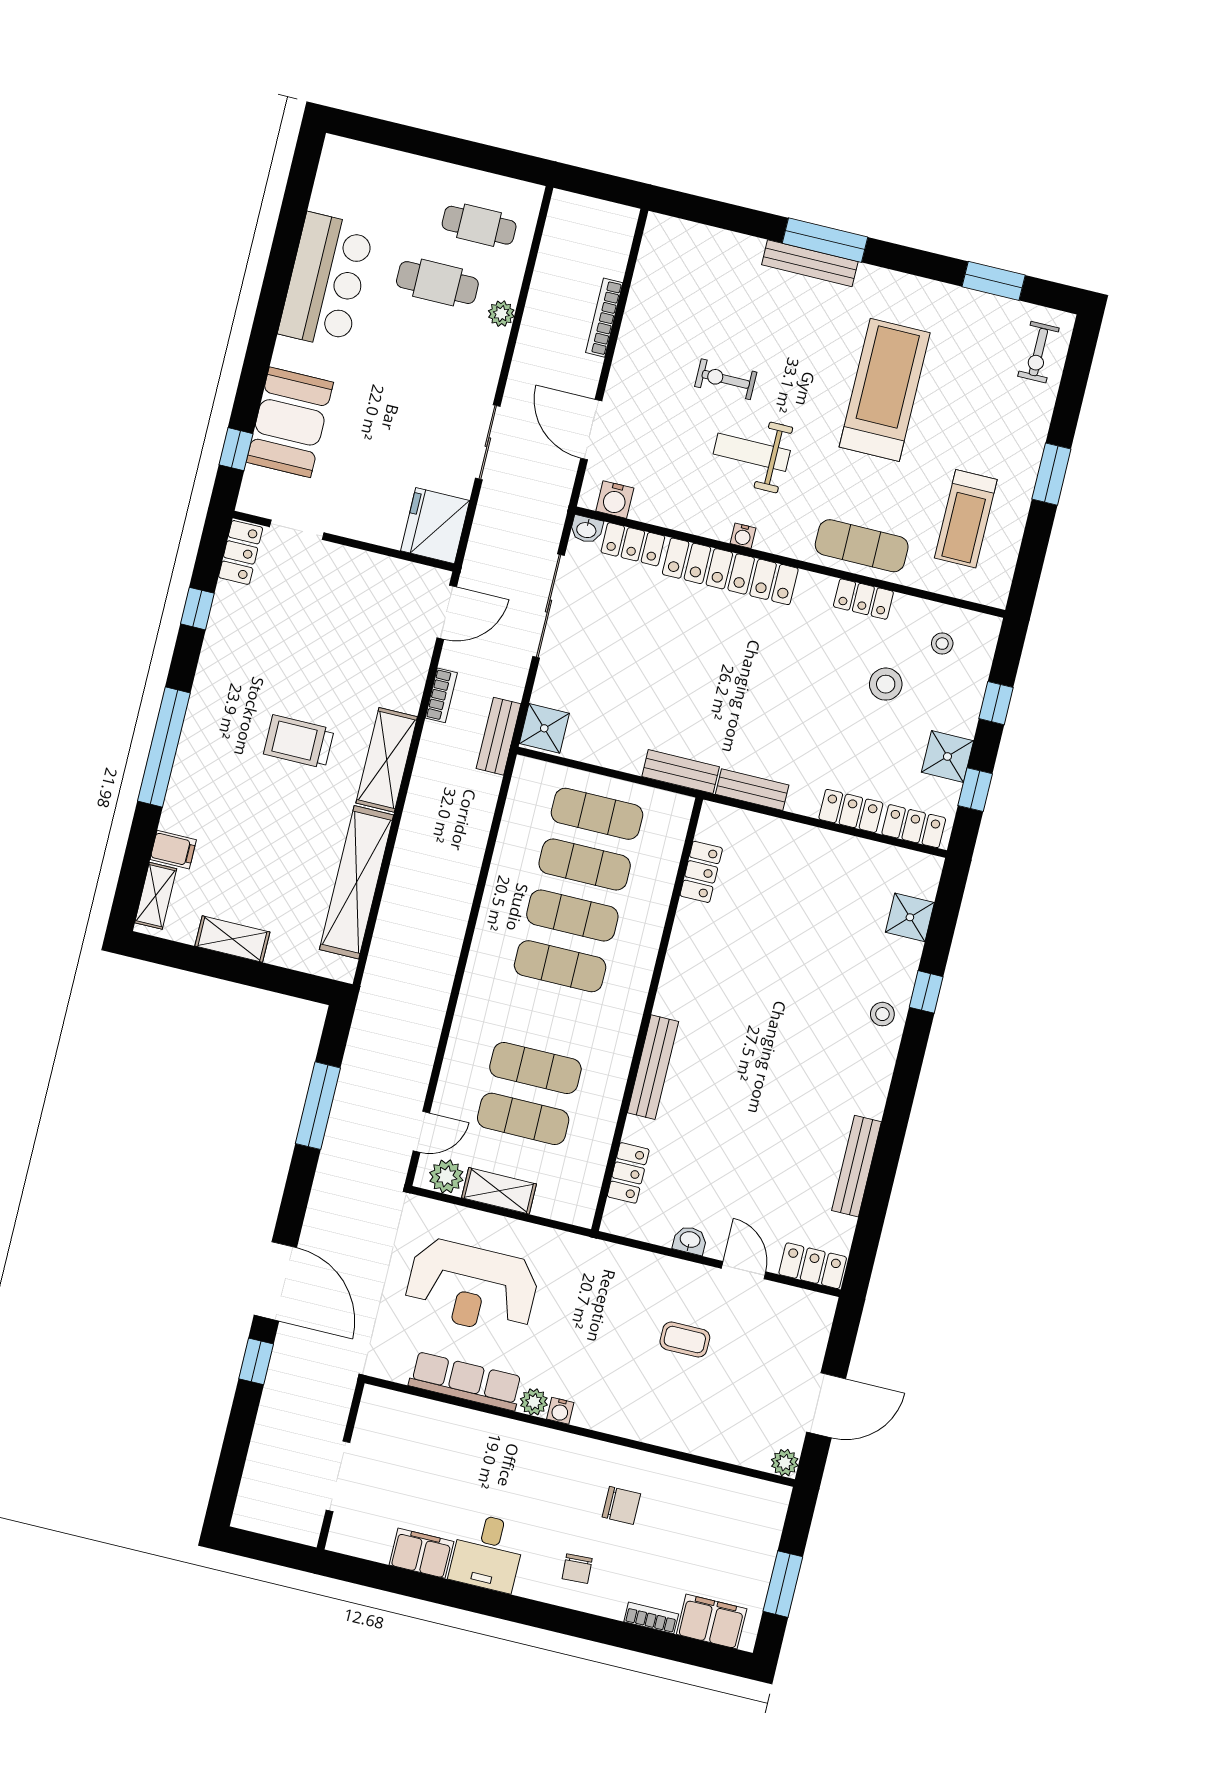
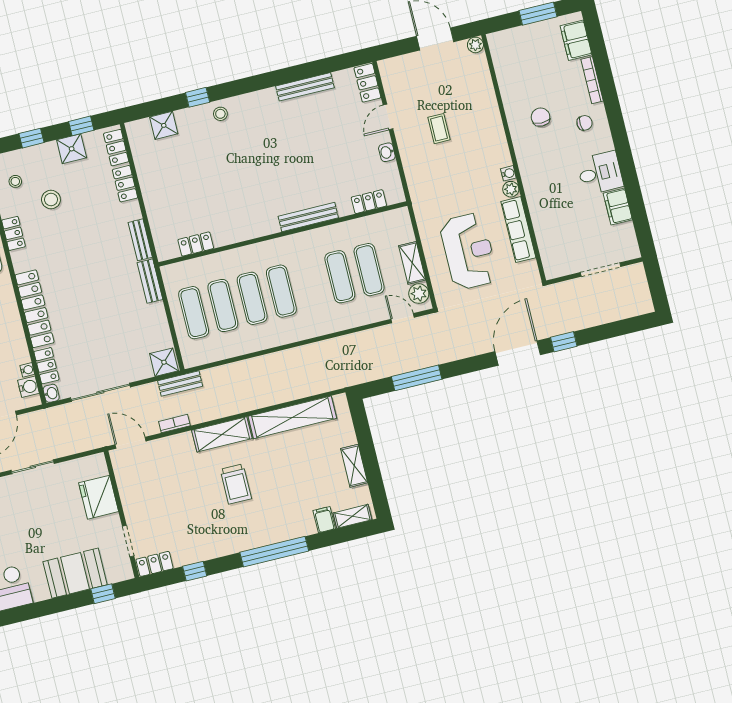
fridge: (435, 526) -> (99, 497), moved, turned 90
water cooler: (743, 536) -> (27, 370), moved
bookcase: (651, 1618) -> (592, 80), width x1.56

